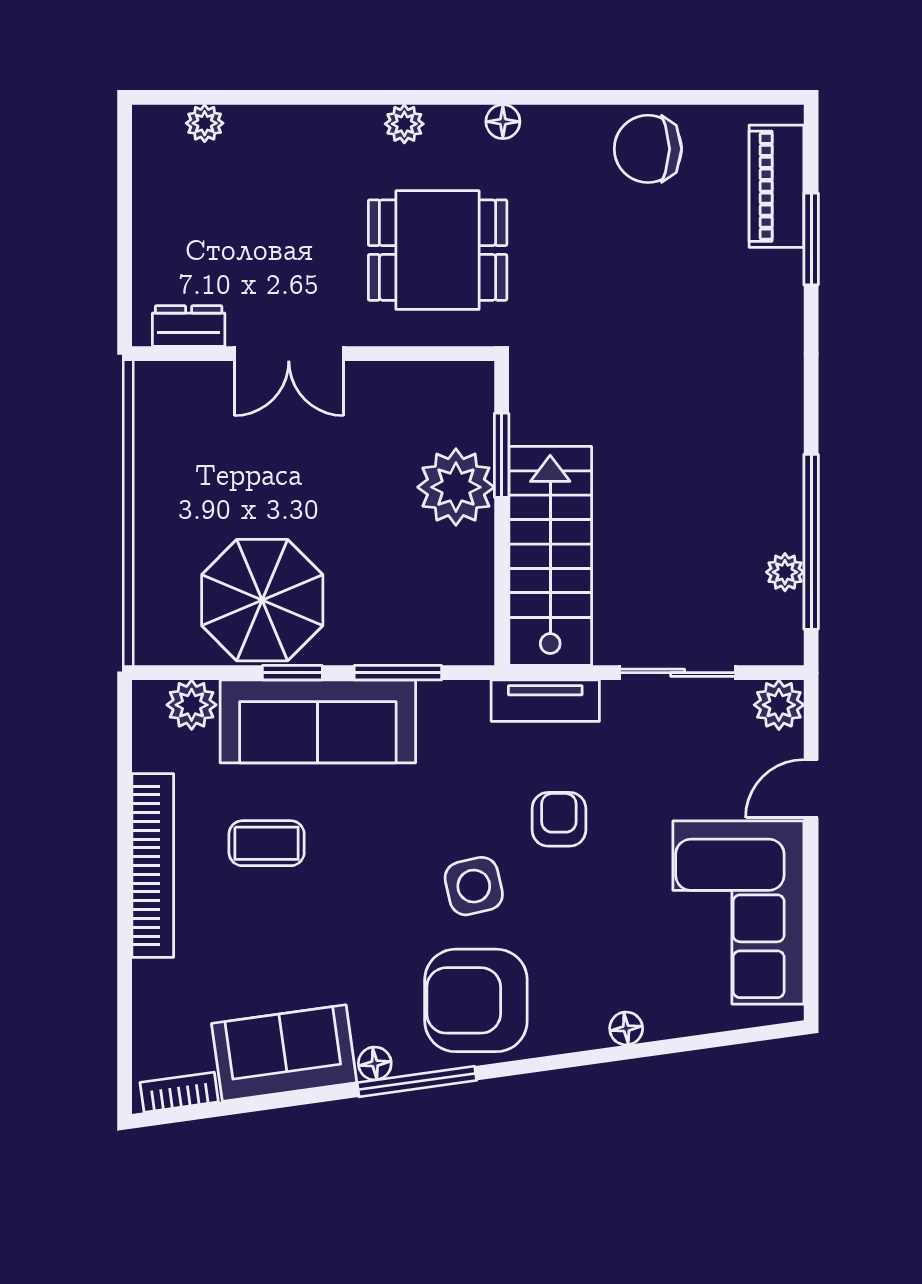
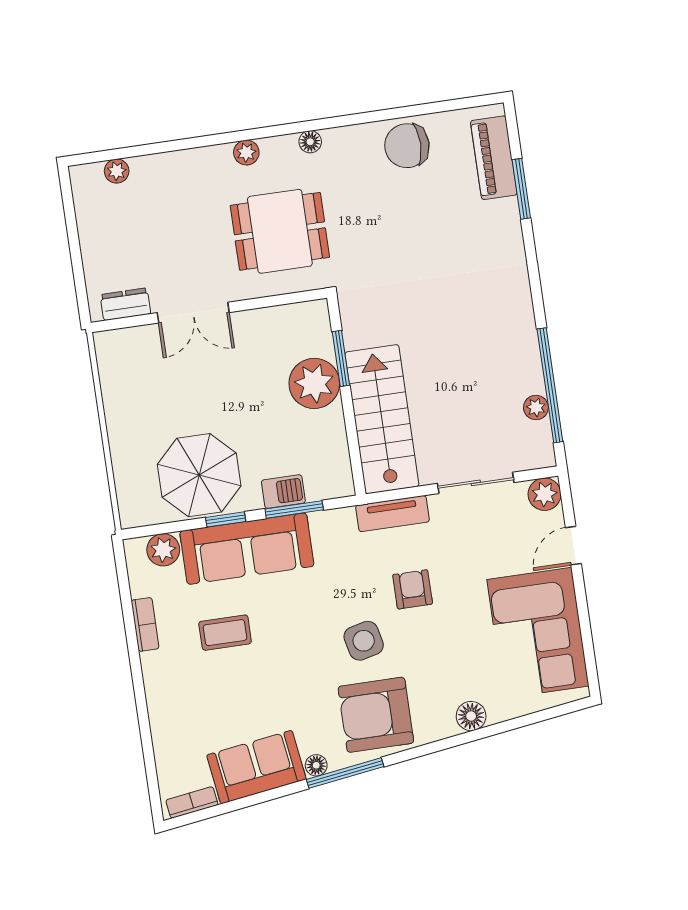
barbecue: (386, 643) -> (283, 492), added
bookcase: (153, 865) -> (145, 624), width x0.43, depth x0.76
floor lamp: (626, 1028) -> (471, 716), width x1.37, depth x1.37

